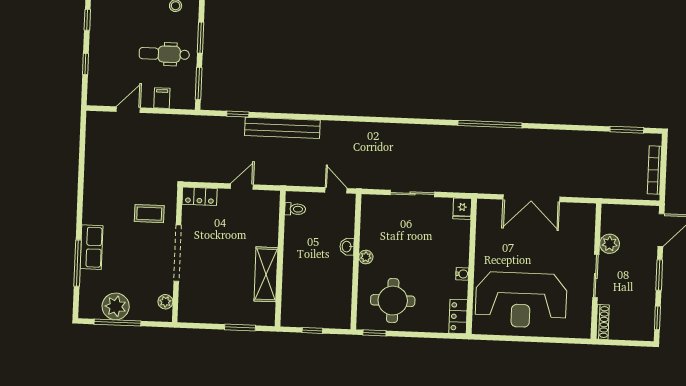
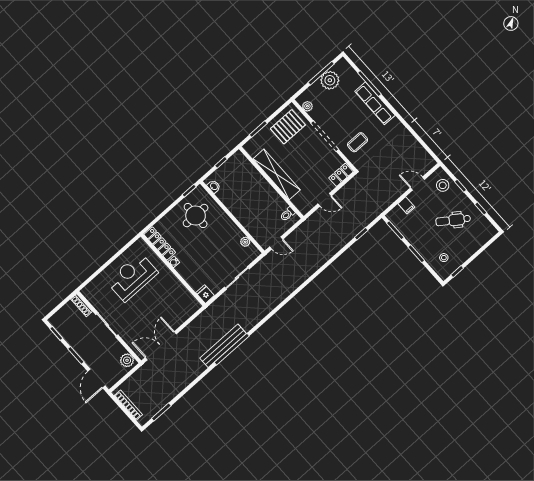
dental chair: (164, 54) -> (453, 220), moved, turned -145
stool: (104, 82) -> (443, 185), added
door: (128, 110) -> (418, 184), swing flipped
bench: (282, 128) -> (223, 346), moved
door: (242, 187) -> (325, 200), hinge flipped
double door: (531, 198) -> (161, 346), moved
plant: (610, 244) -> (127, 360), moved
row of seats: (91, 247) -> (375, 103), width x1.48
washbasin: (347, 247) -> (214, 186), moved
plant: (366, 257) -> (245, 242), moved
shelving: (266, 274) -> (277, 174), width x1.47
pallet: (207, 300) -> (288, 127), added
reception desk: (521, 300) -> (132, 277), width x0.74, depth x0.77
locker: (458, 316) -> (160, 244), width x1.53

